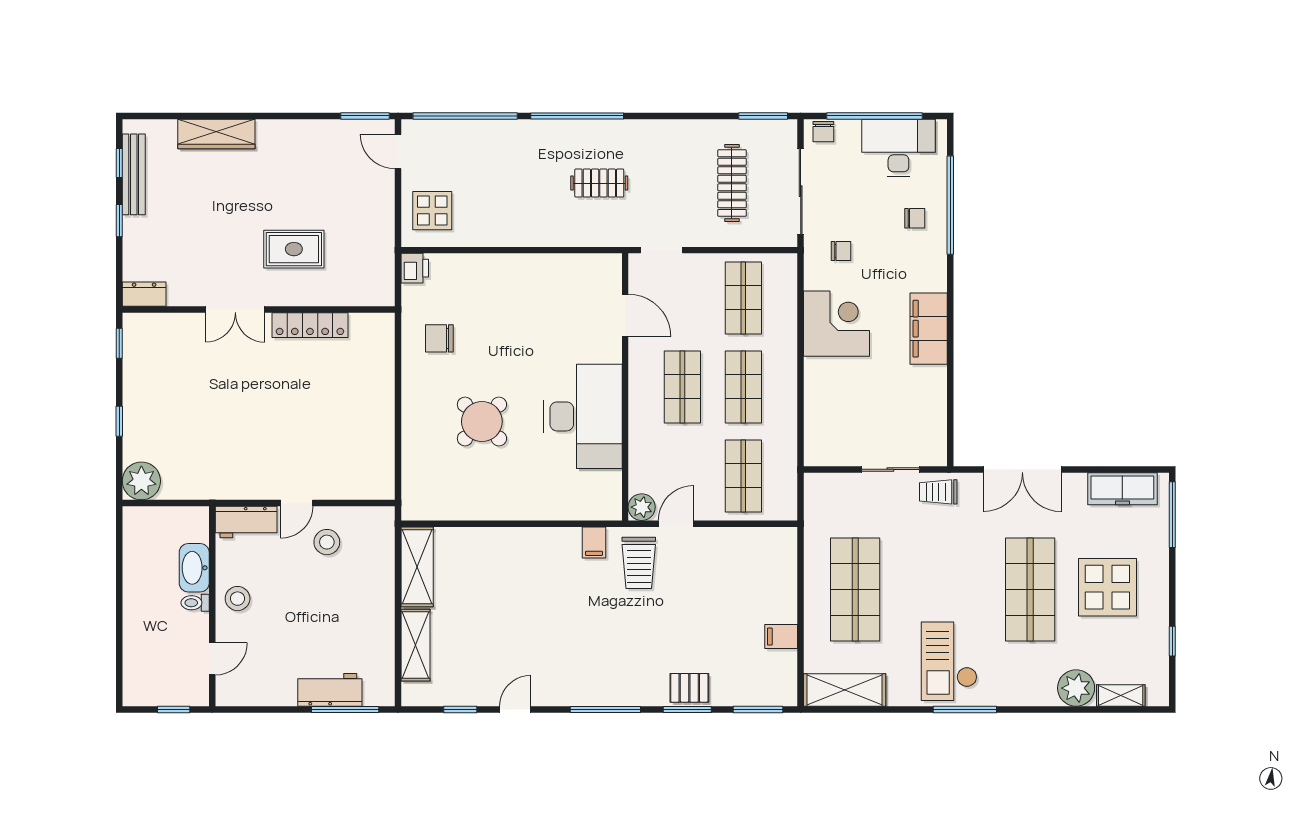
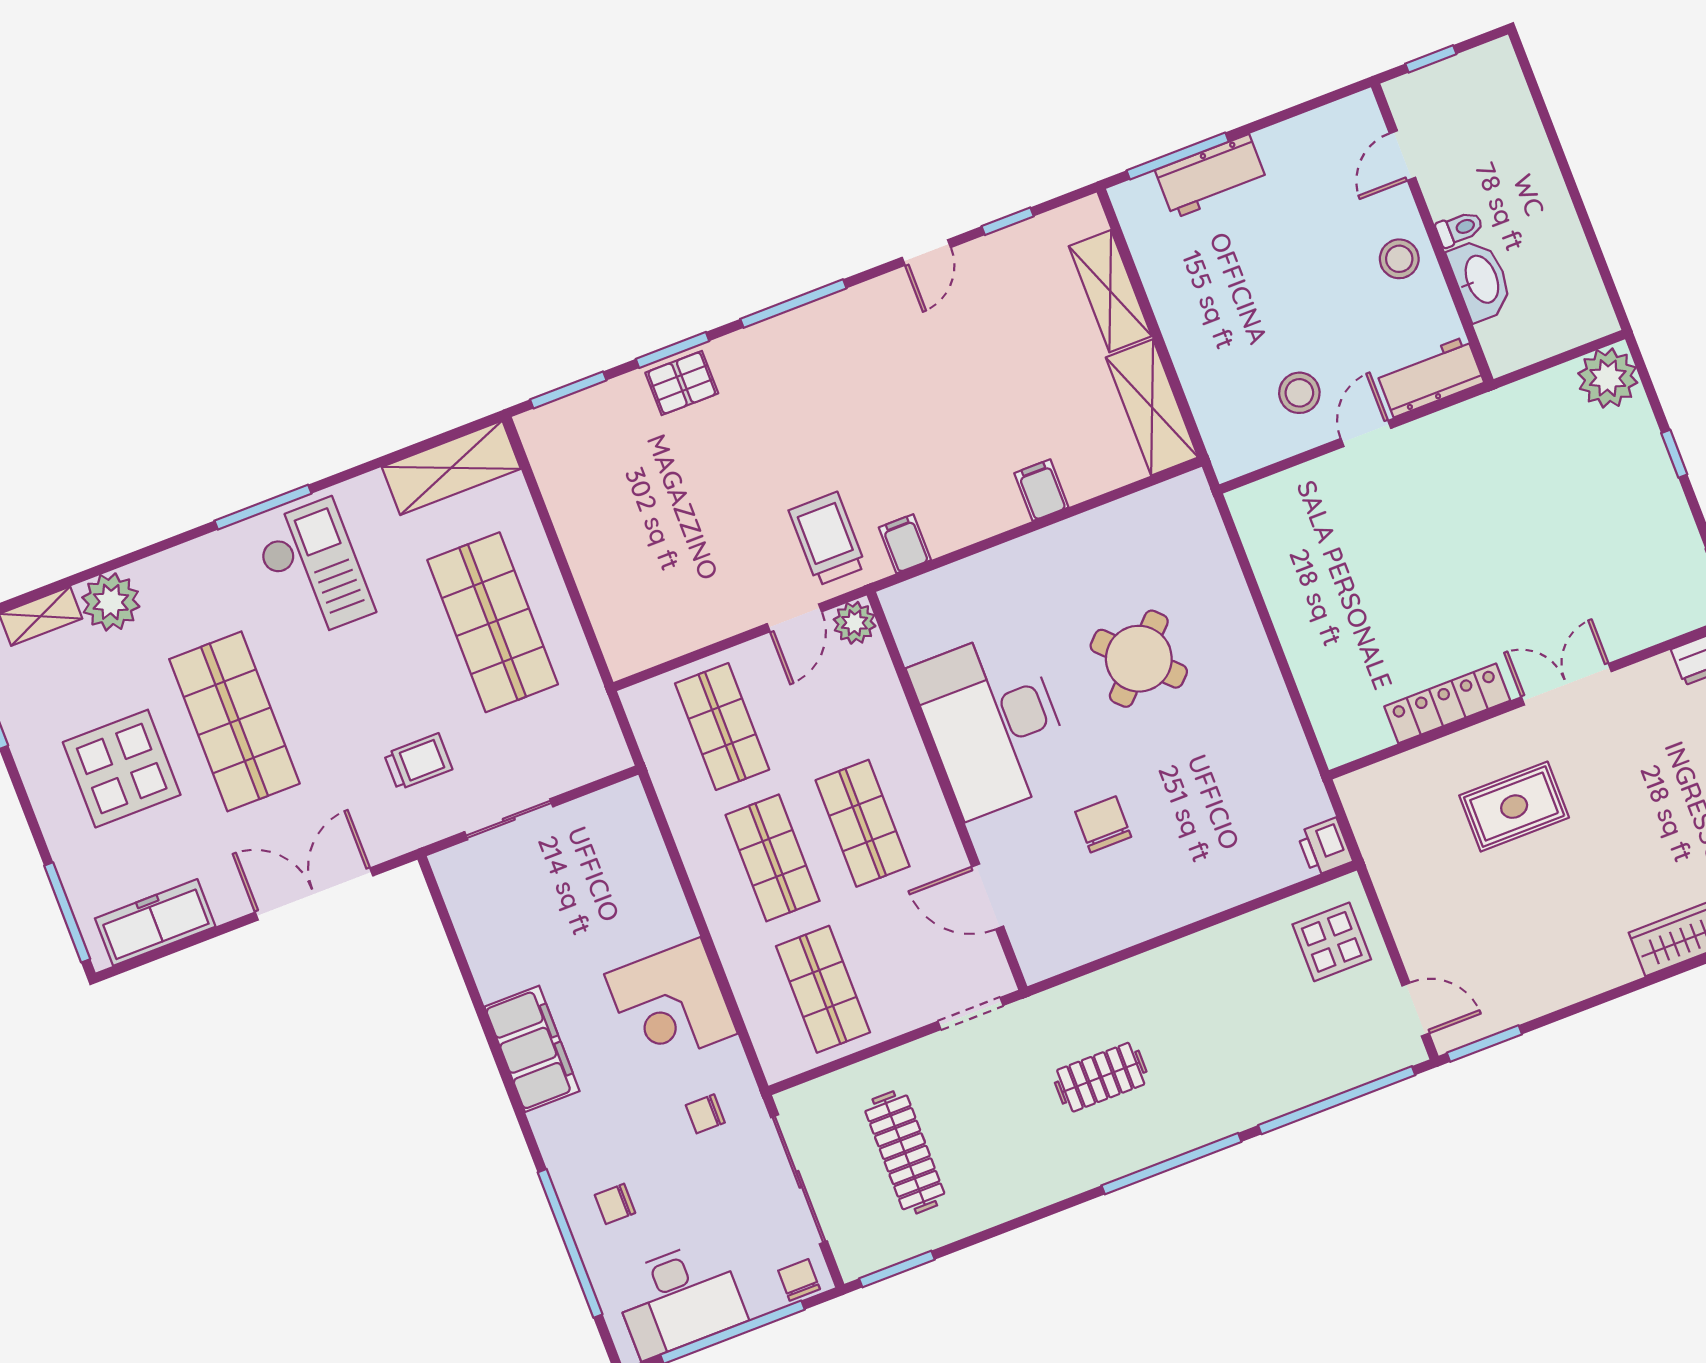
chair: (439, 338) -> (1103, 824), moved, turned -90
trolley: (938, 492) -> (418, 762), moved
filing cabinet: (781, 637) -> (1041, 490), moved, turned -90

